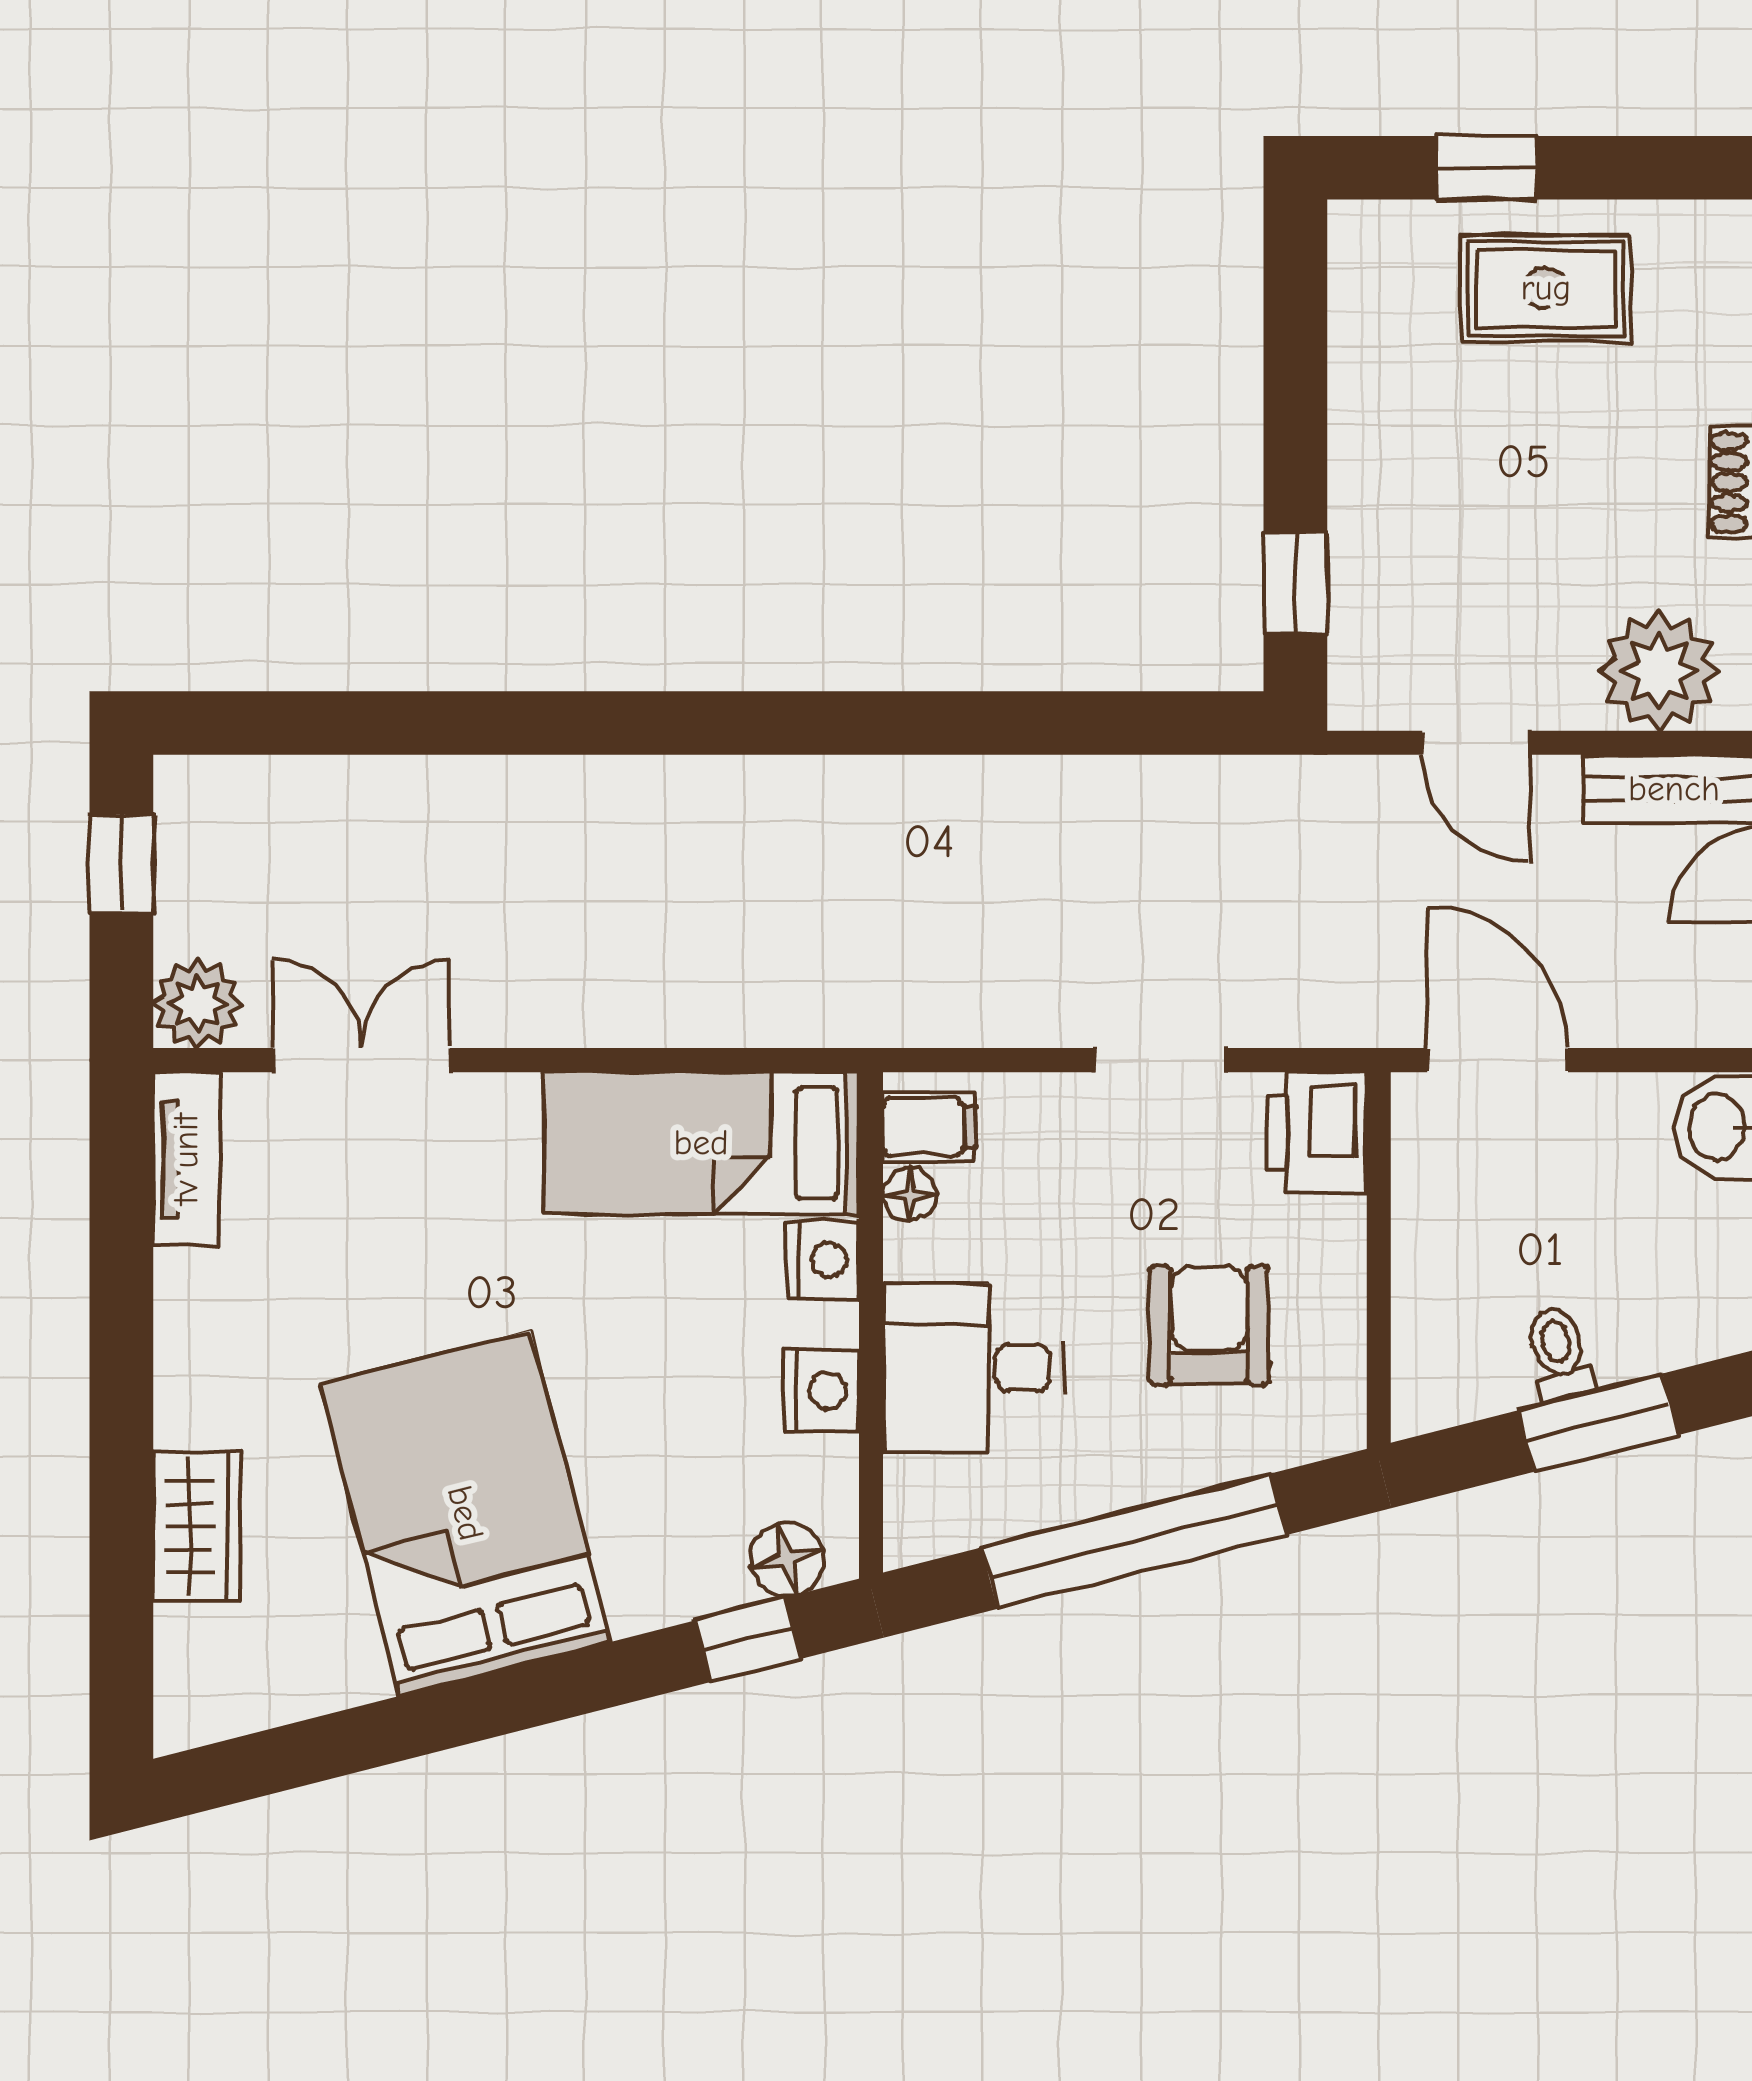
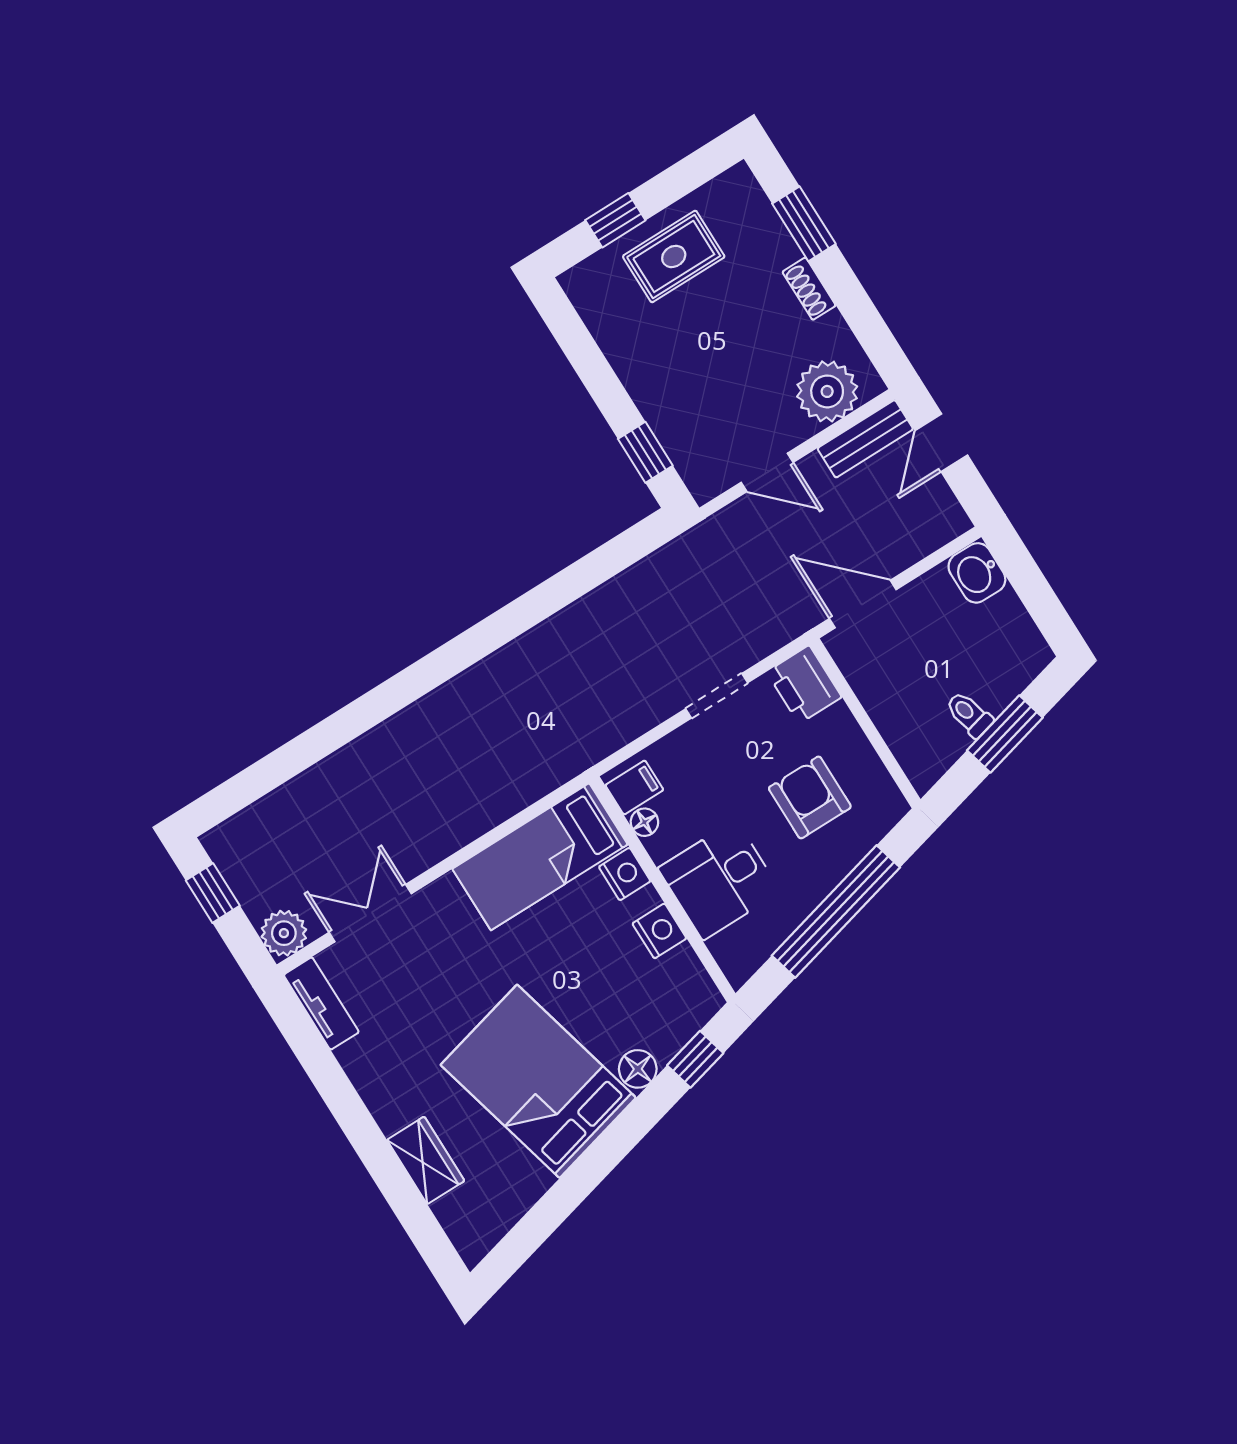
floor lamp: (787, 1559) -> (638, 1069), moved

